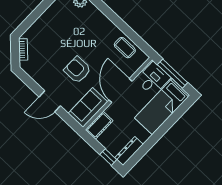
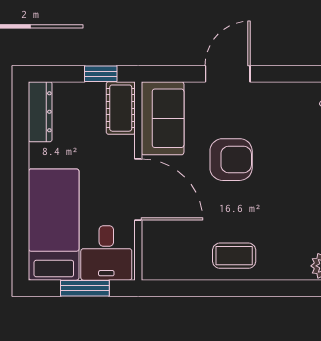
coffee table: (125, 48) -> (234, 256), moved
window: (173, 74) -> (85, 288), width x0.69
window: (108, 157) -> (101, 74), moved

